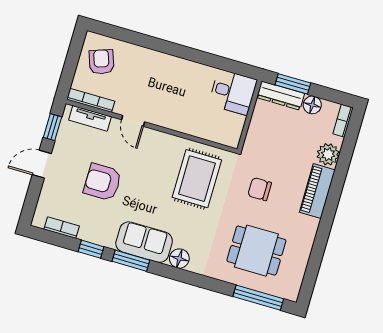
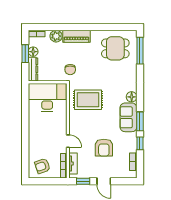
window: (293, 84) -> (25, 54), moved
desk: (233, 92) -> (47, 97), width x1.87, depth x1.30
door: (133, 121) -> (68, 141), hinge flipped
chair: (260, 189) -> (70, 70), moved
dining table: (256, 251) -> (115, 48), moved, turned 90

